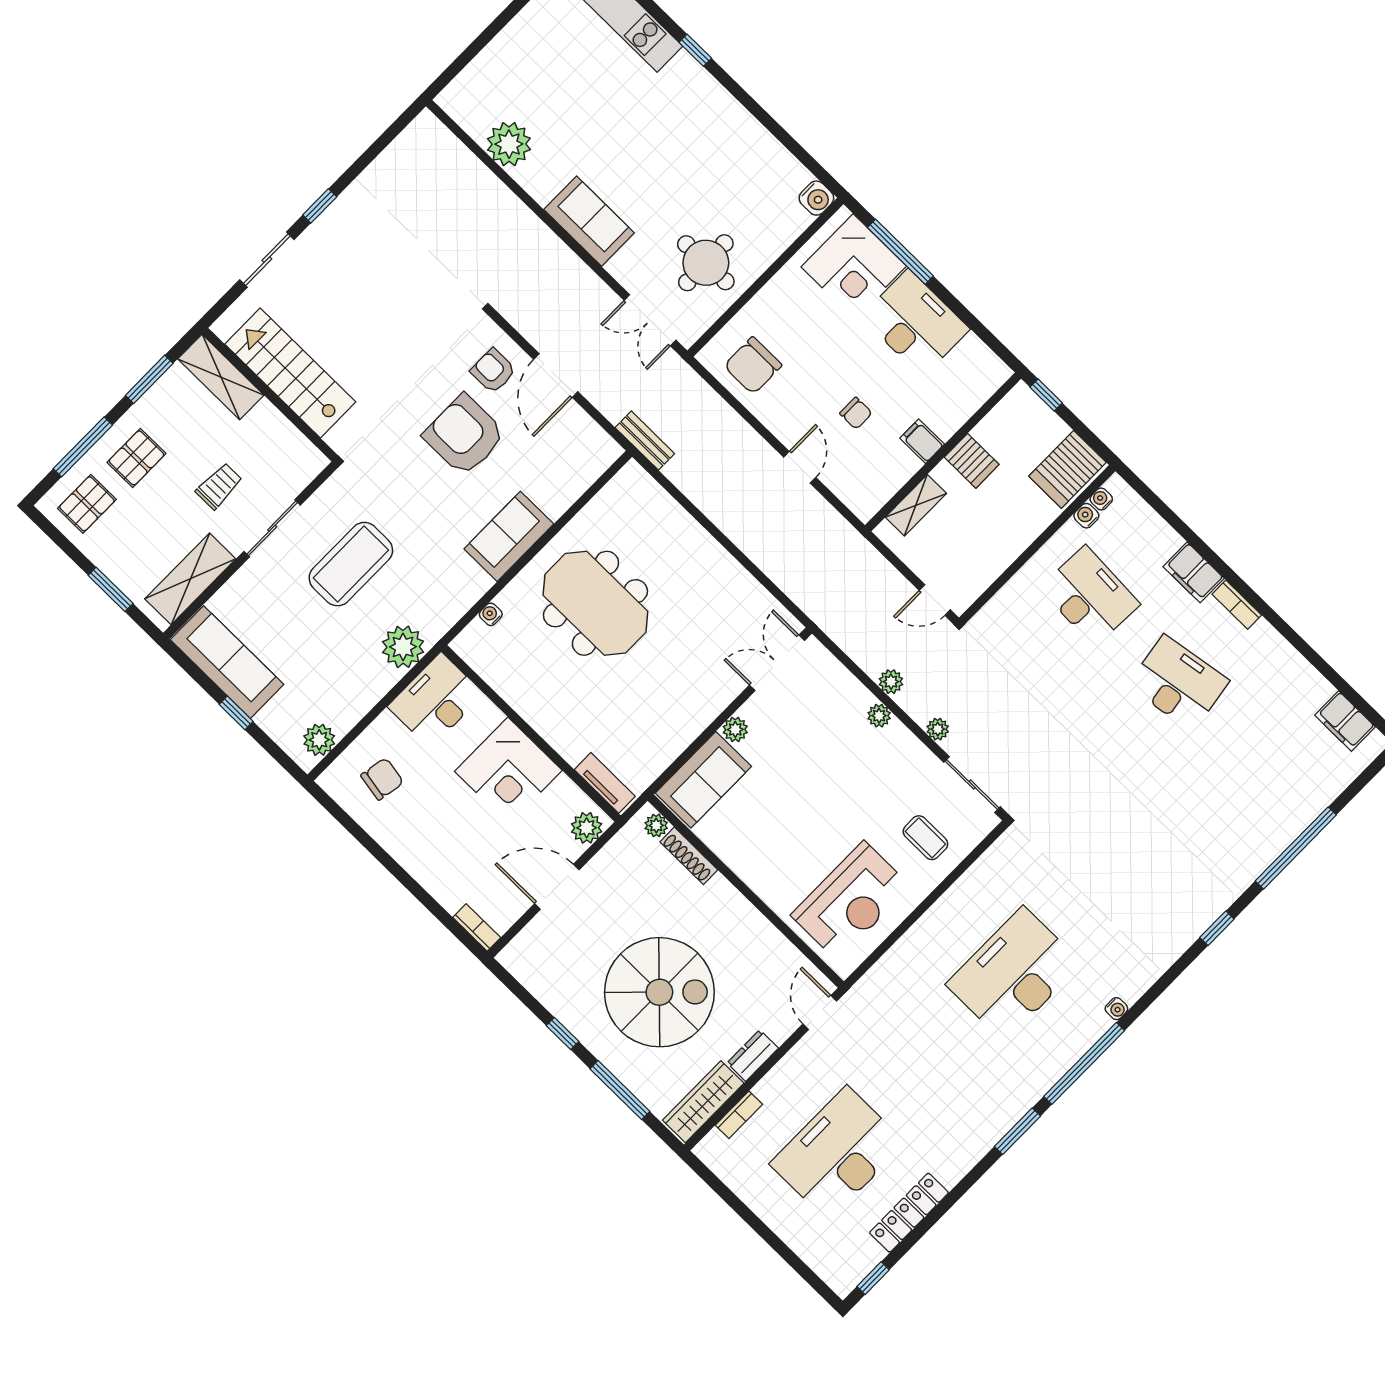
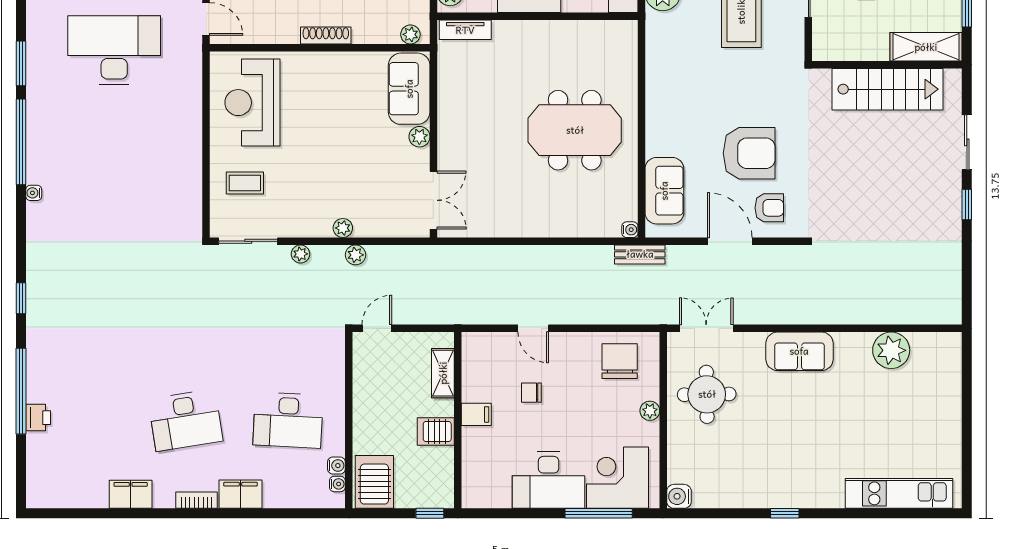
window: (695, 50) -> (785, 513), moved
plant: (769, 297) -> (650, 411), added
sofa: (509, 536) -> (664, 191), moved
water cooler: (491, 614) -> (630, 230), moved
filing cabinet: (1345, 721) -> (131, 494), moved
printer: (1303, 811) -> (38, 418), added
shoe rack: (689, 856) -> (326, 36), moved
desk: (1014, 974) -> (114, 50), moved, turned -90

